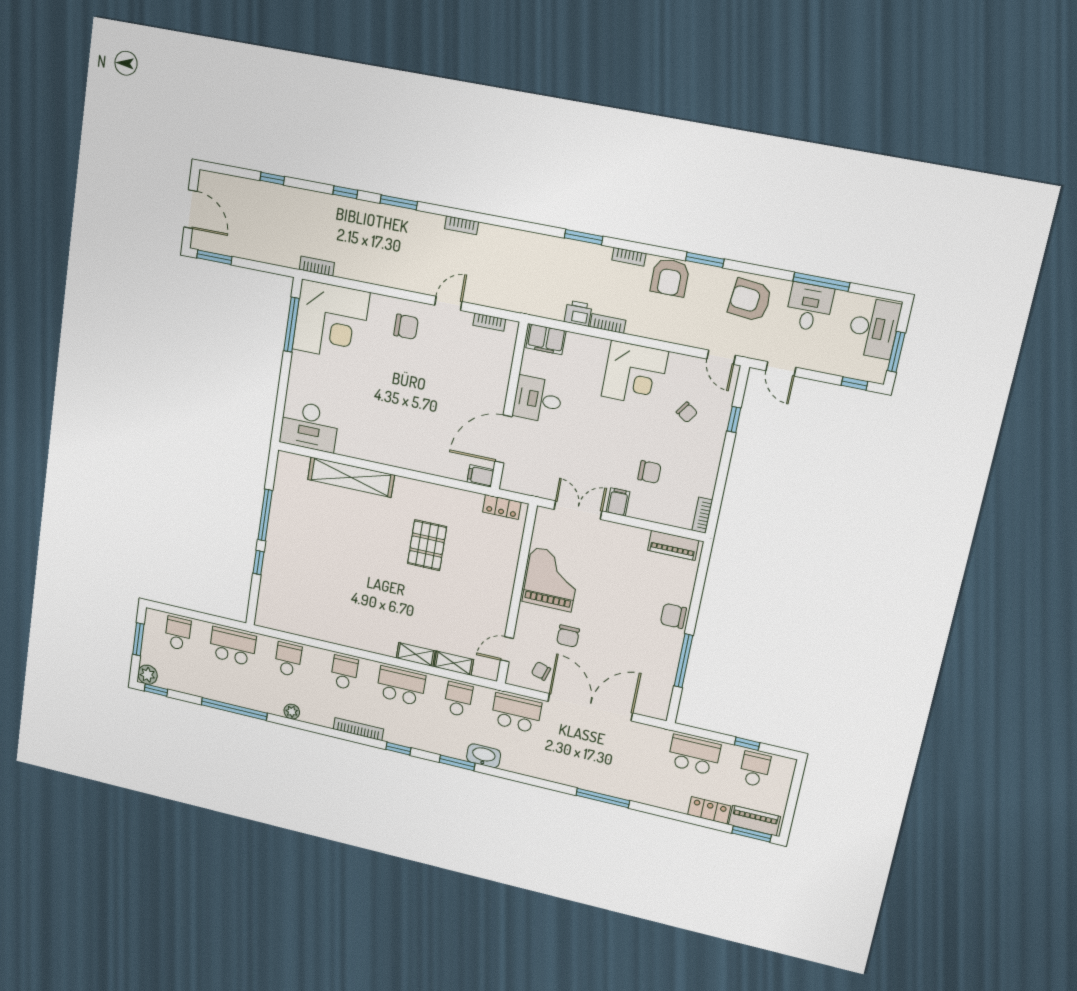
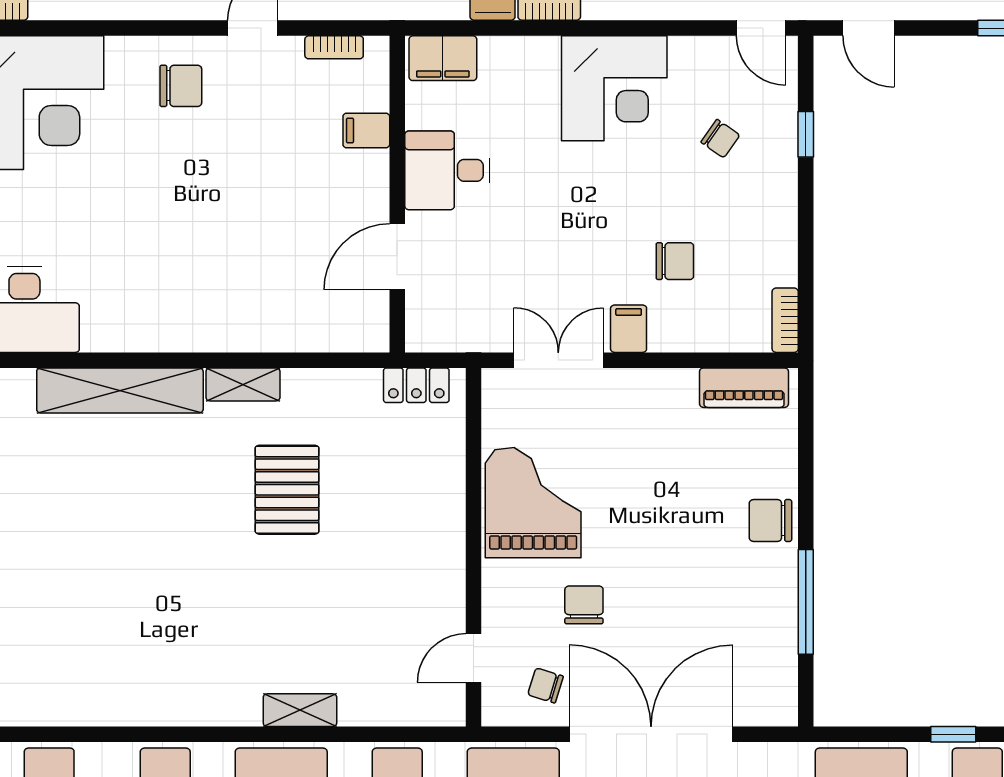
door: (503, 439) -> (397, 257), width x0.73
filing cabinet: (481, 476) -> (366, 130), moved
chair: (568, 636) -> (584, 605), turned 180
shelving: (454, 663) -> (243, 384), moved

